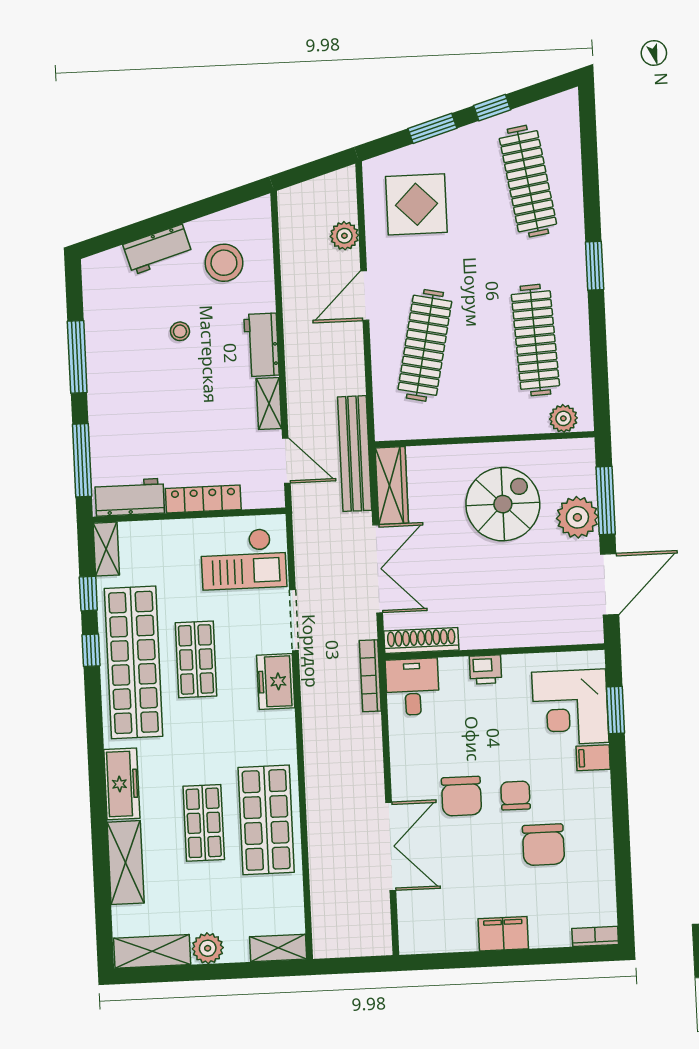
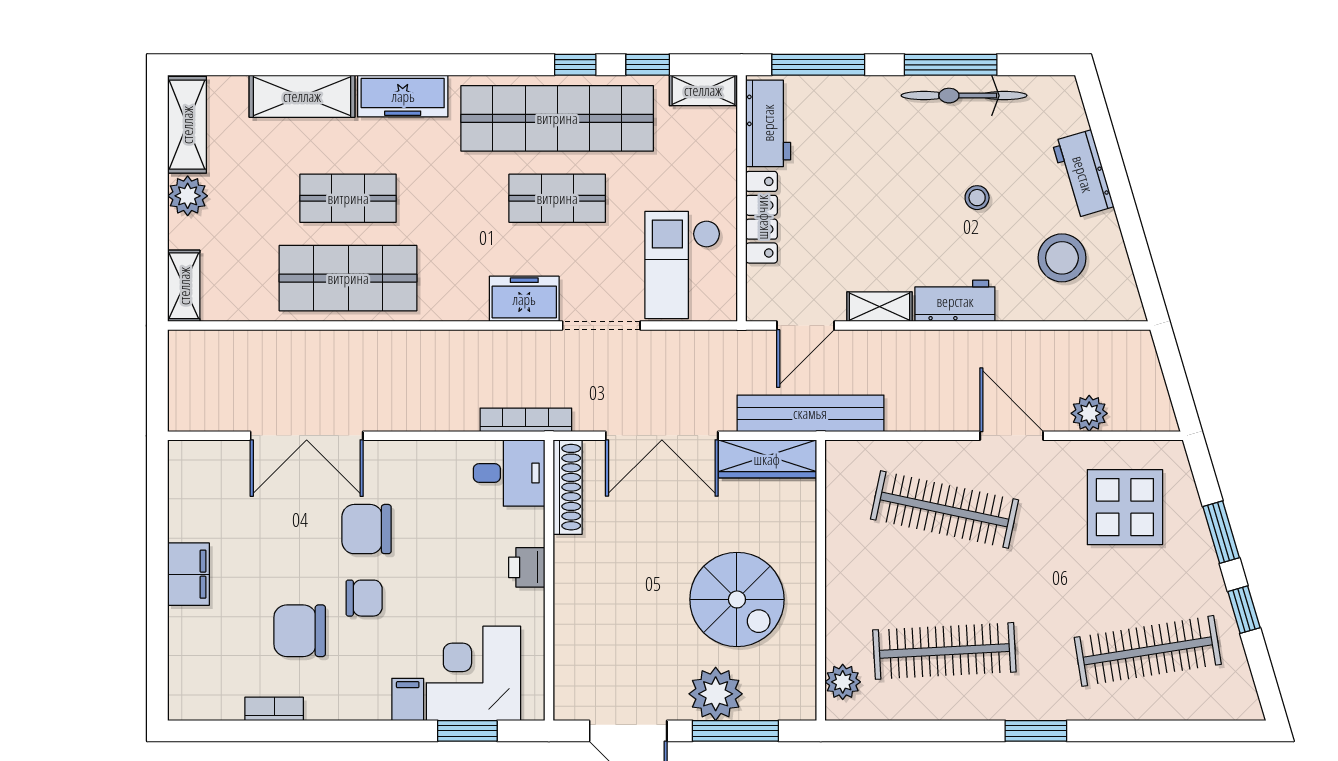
bicycle: (101, 345) -> (964, 96), added
bookcase: (595, 936) -> (274, 709), moved, turned -90

